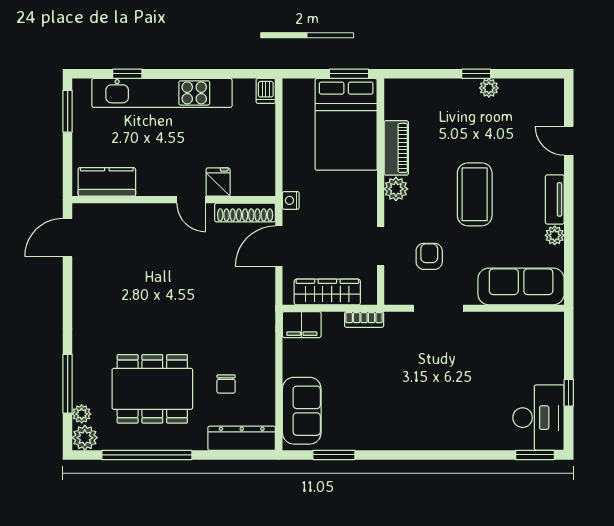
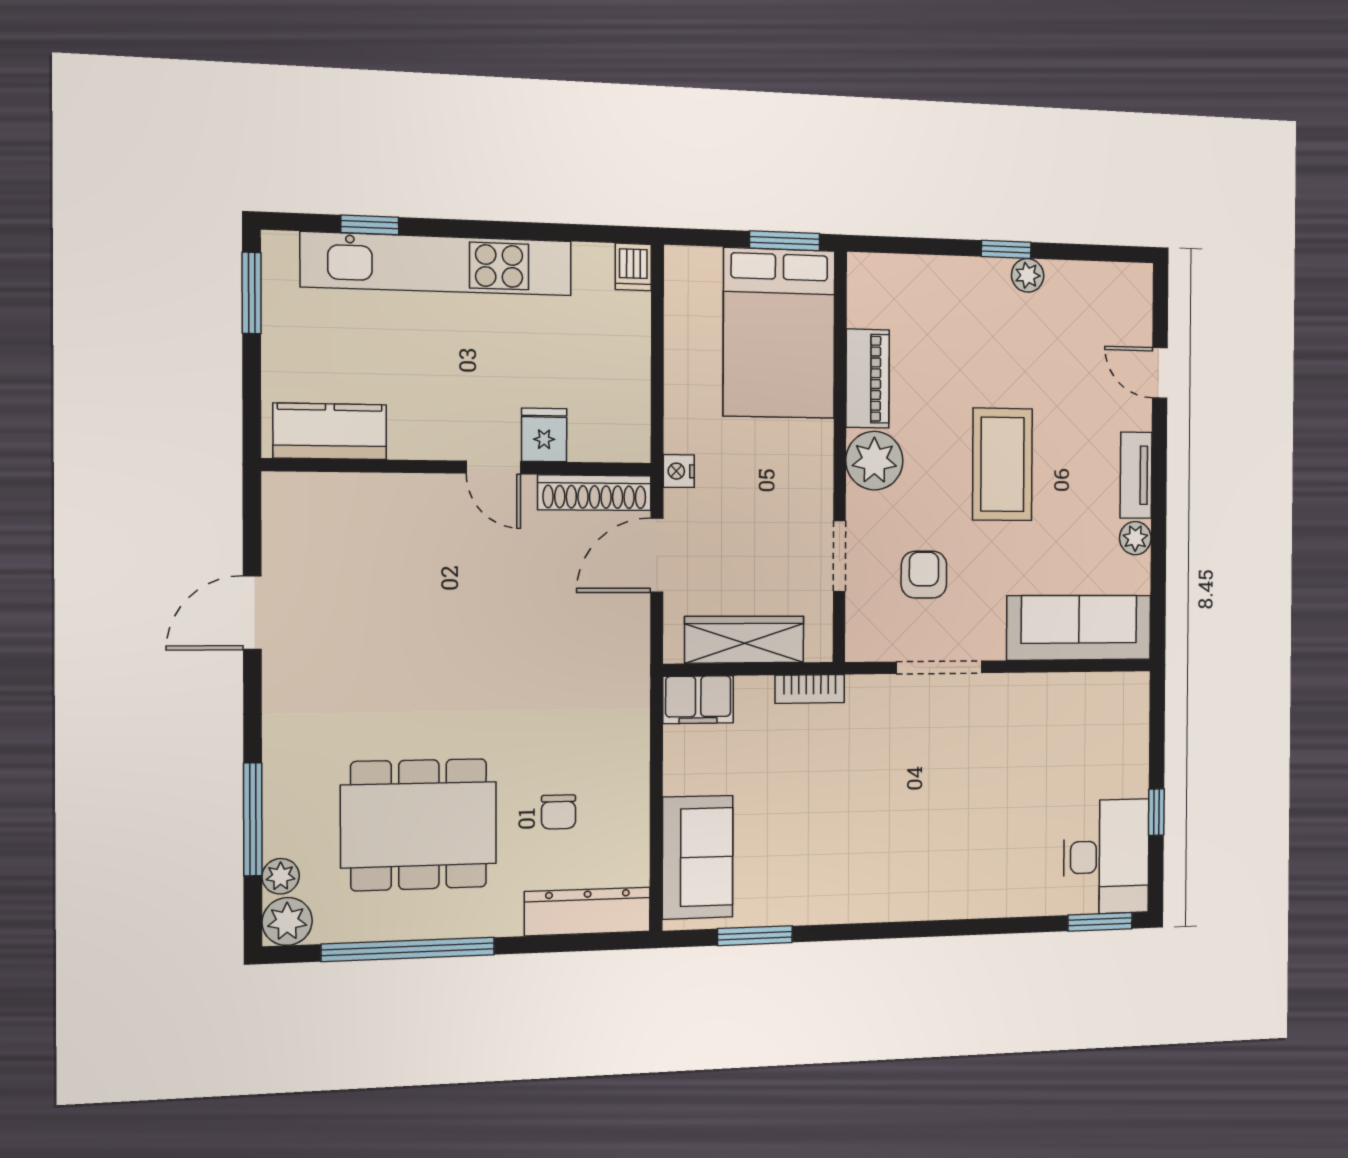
plant: (396, 189) -> (874, 461), width x1.36, depth x1.36
door: (68, 237) -> (252, 613), moved

